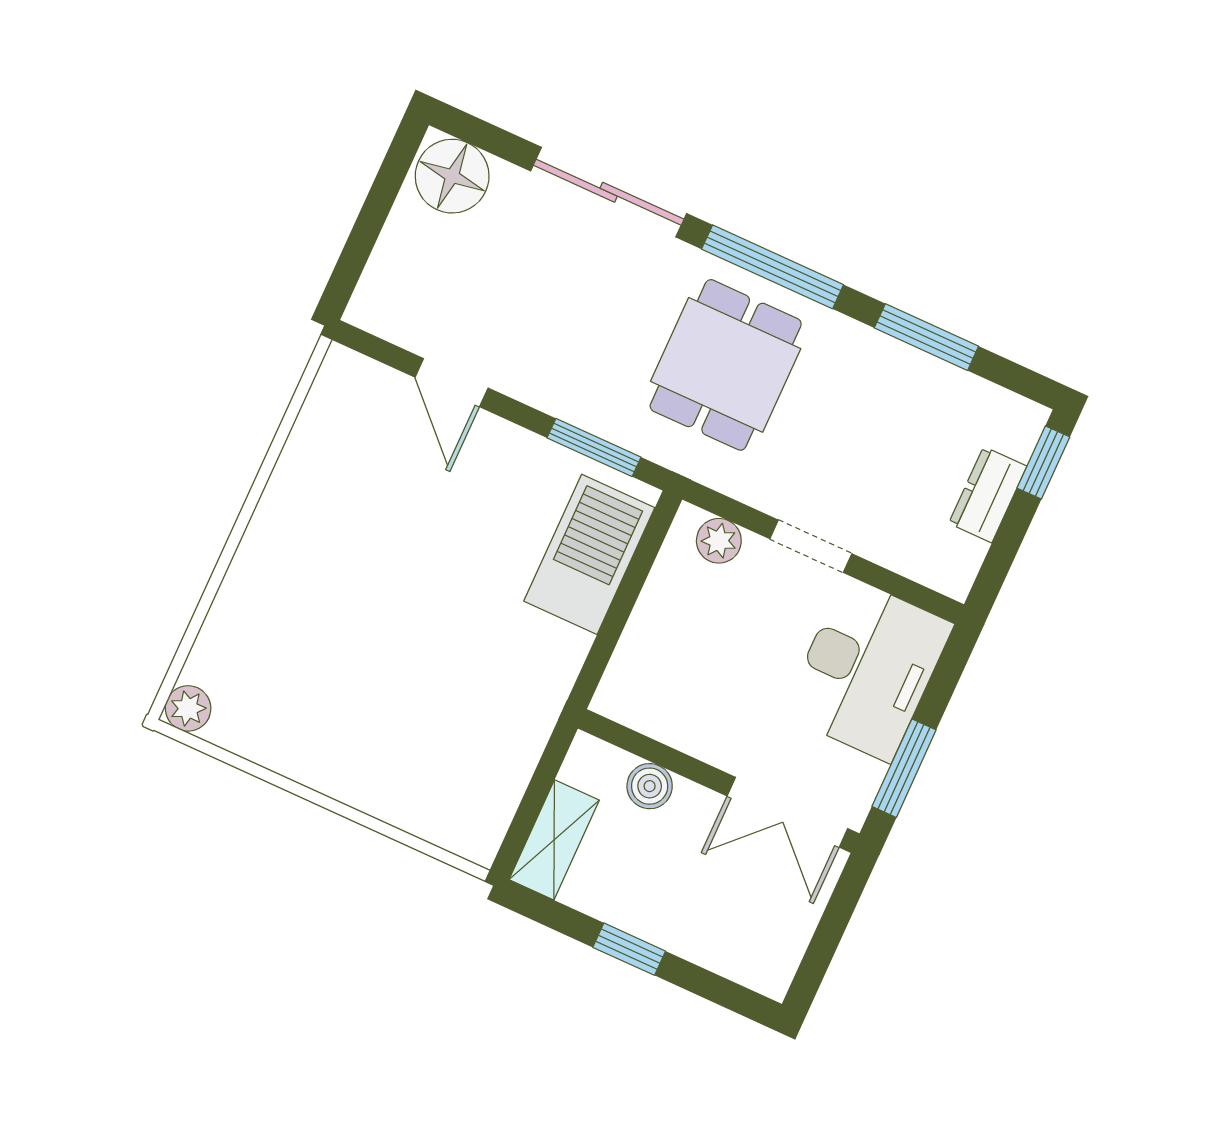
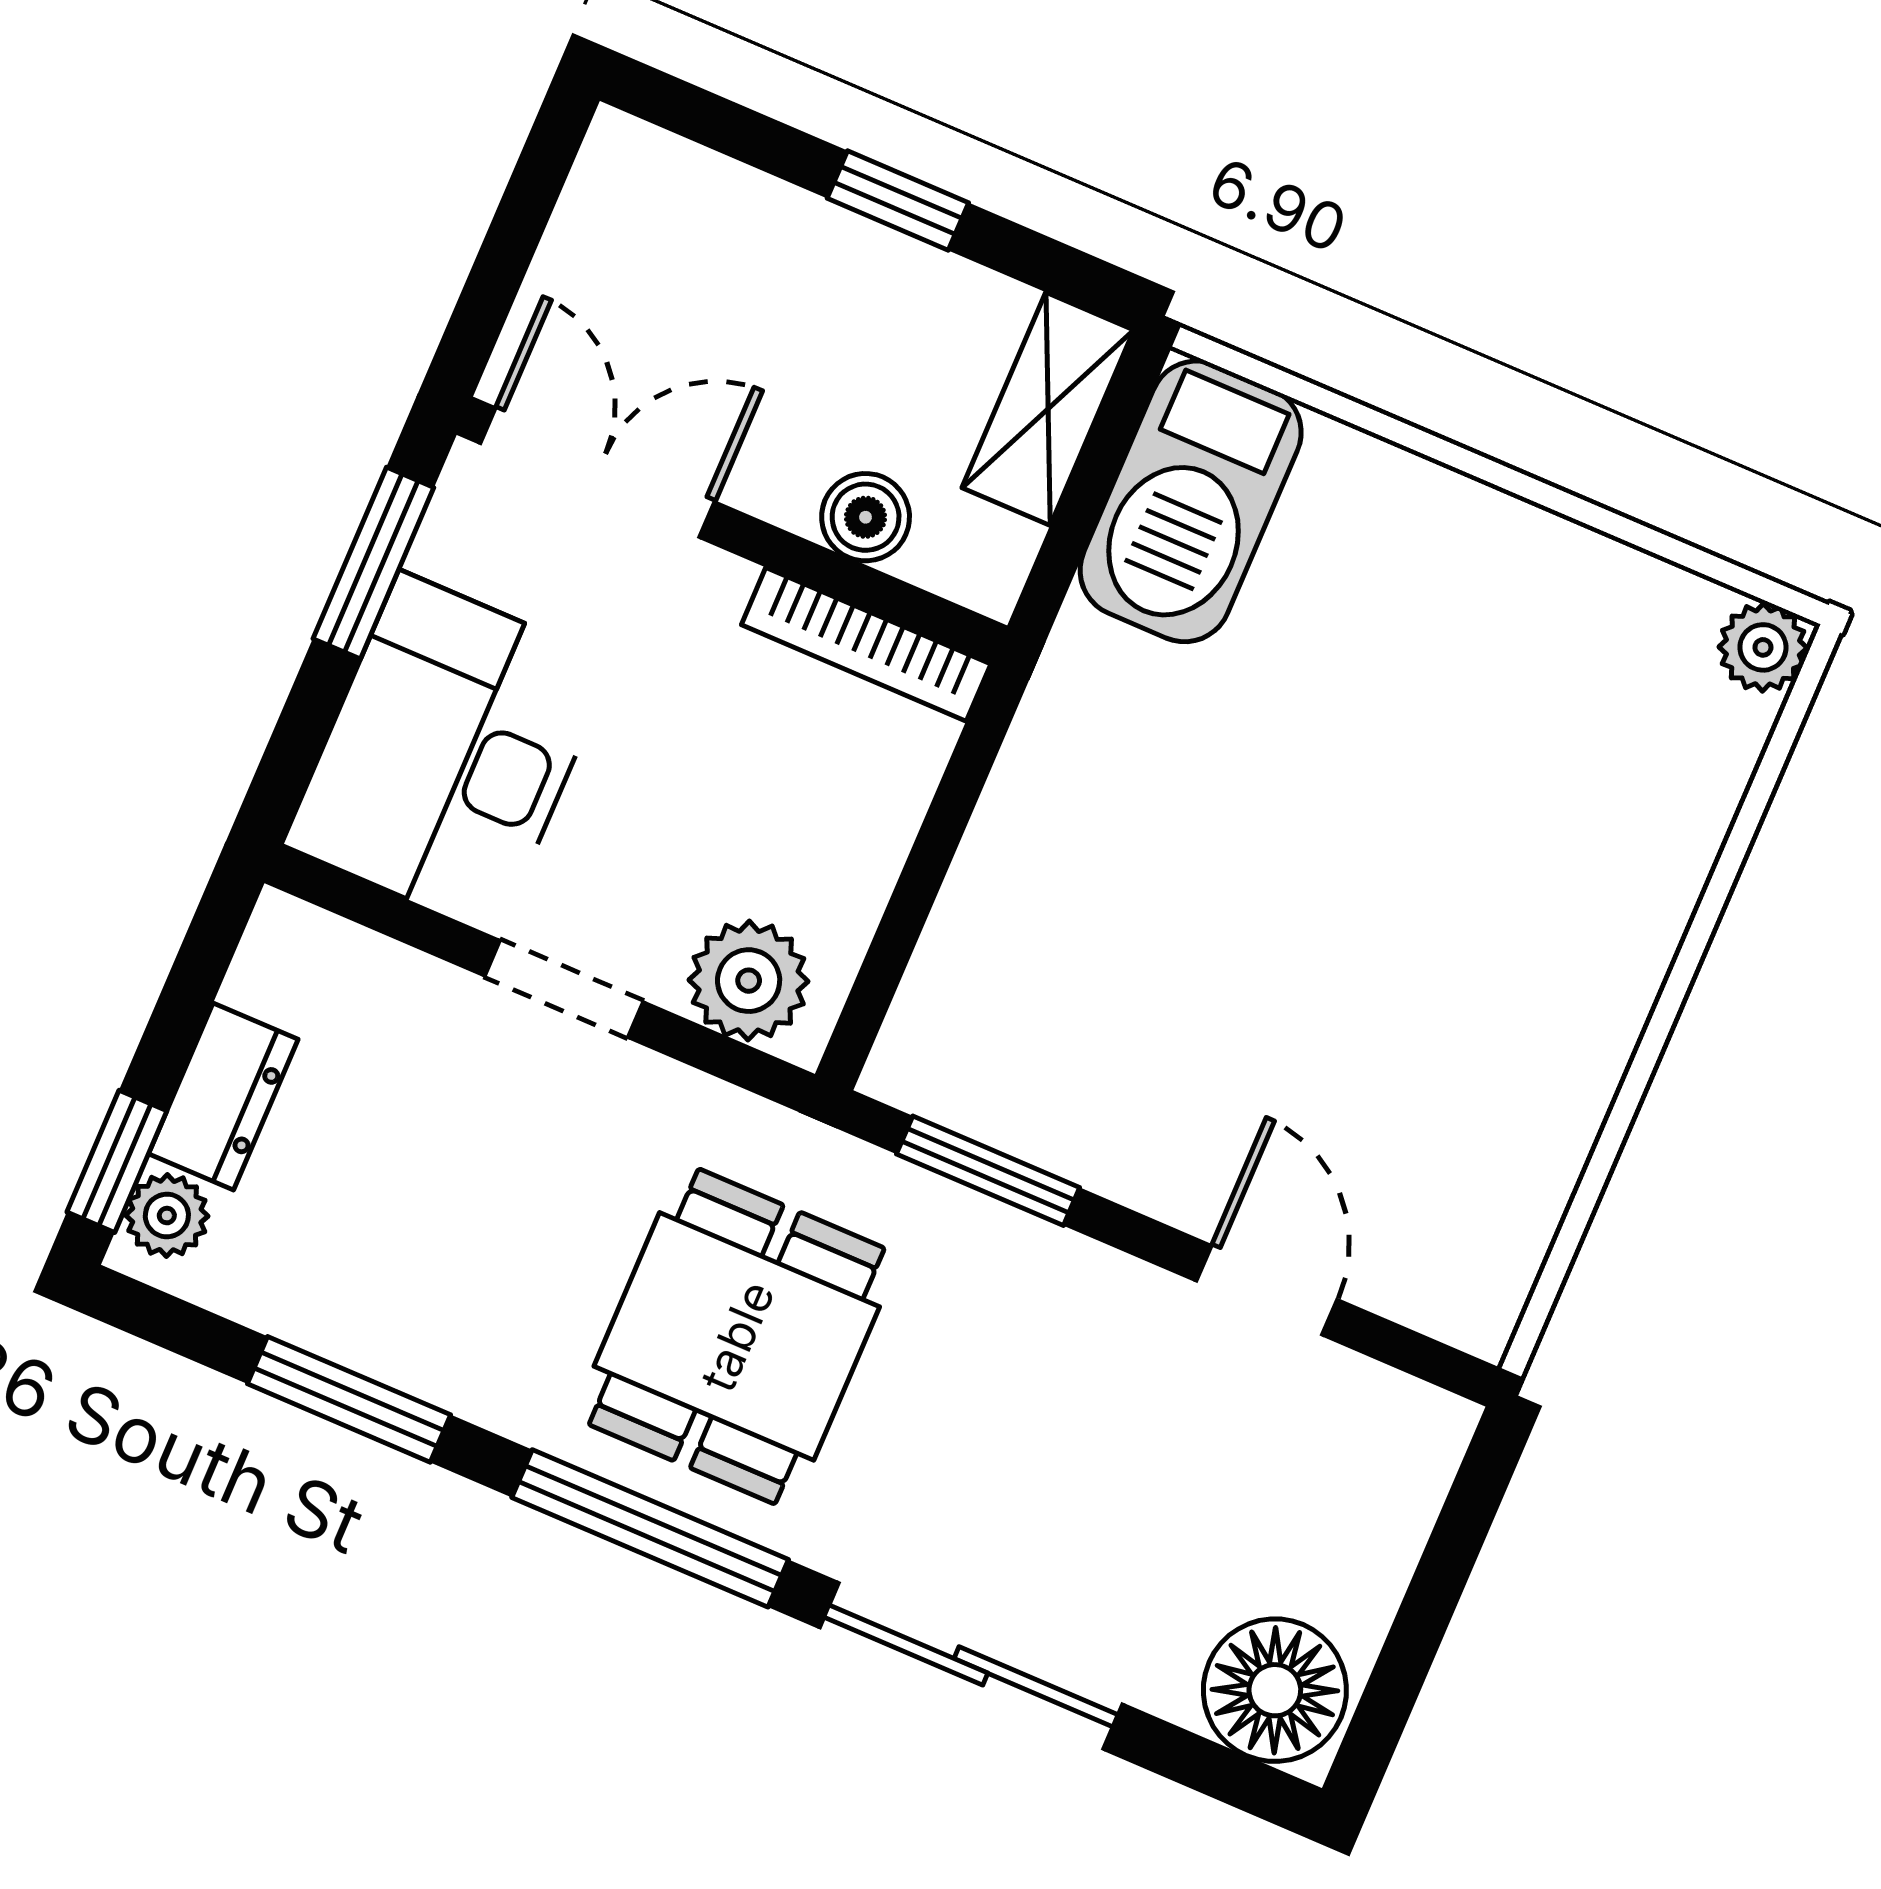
plant: (1018, 434) -> (167, 1216), added
plant: (719, 541) -> (749, 981), width x1.38, depth x1.38
barbecue: (589, 554) -> (1191, 501), moved
bookcase: (651, 721) -> (866, 644), added

